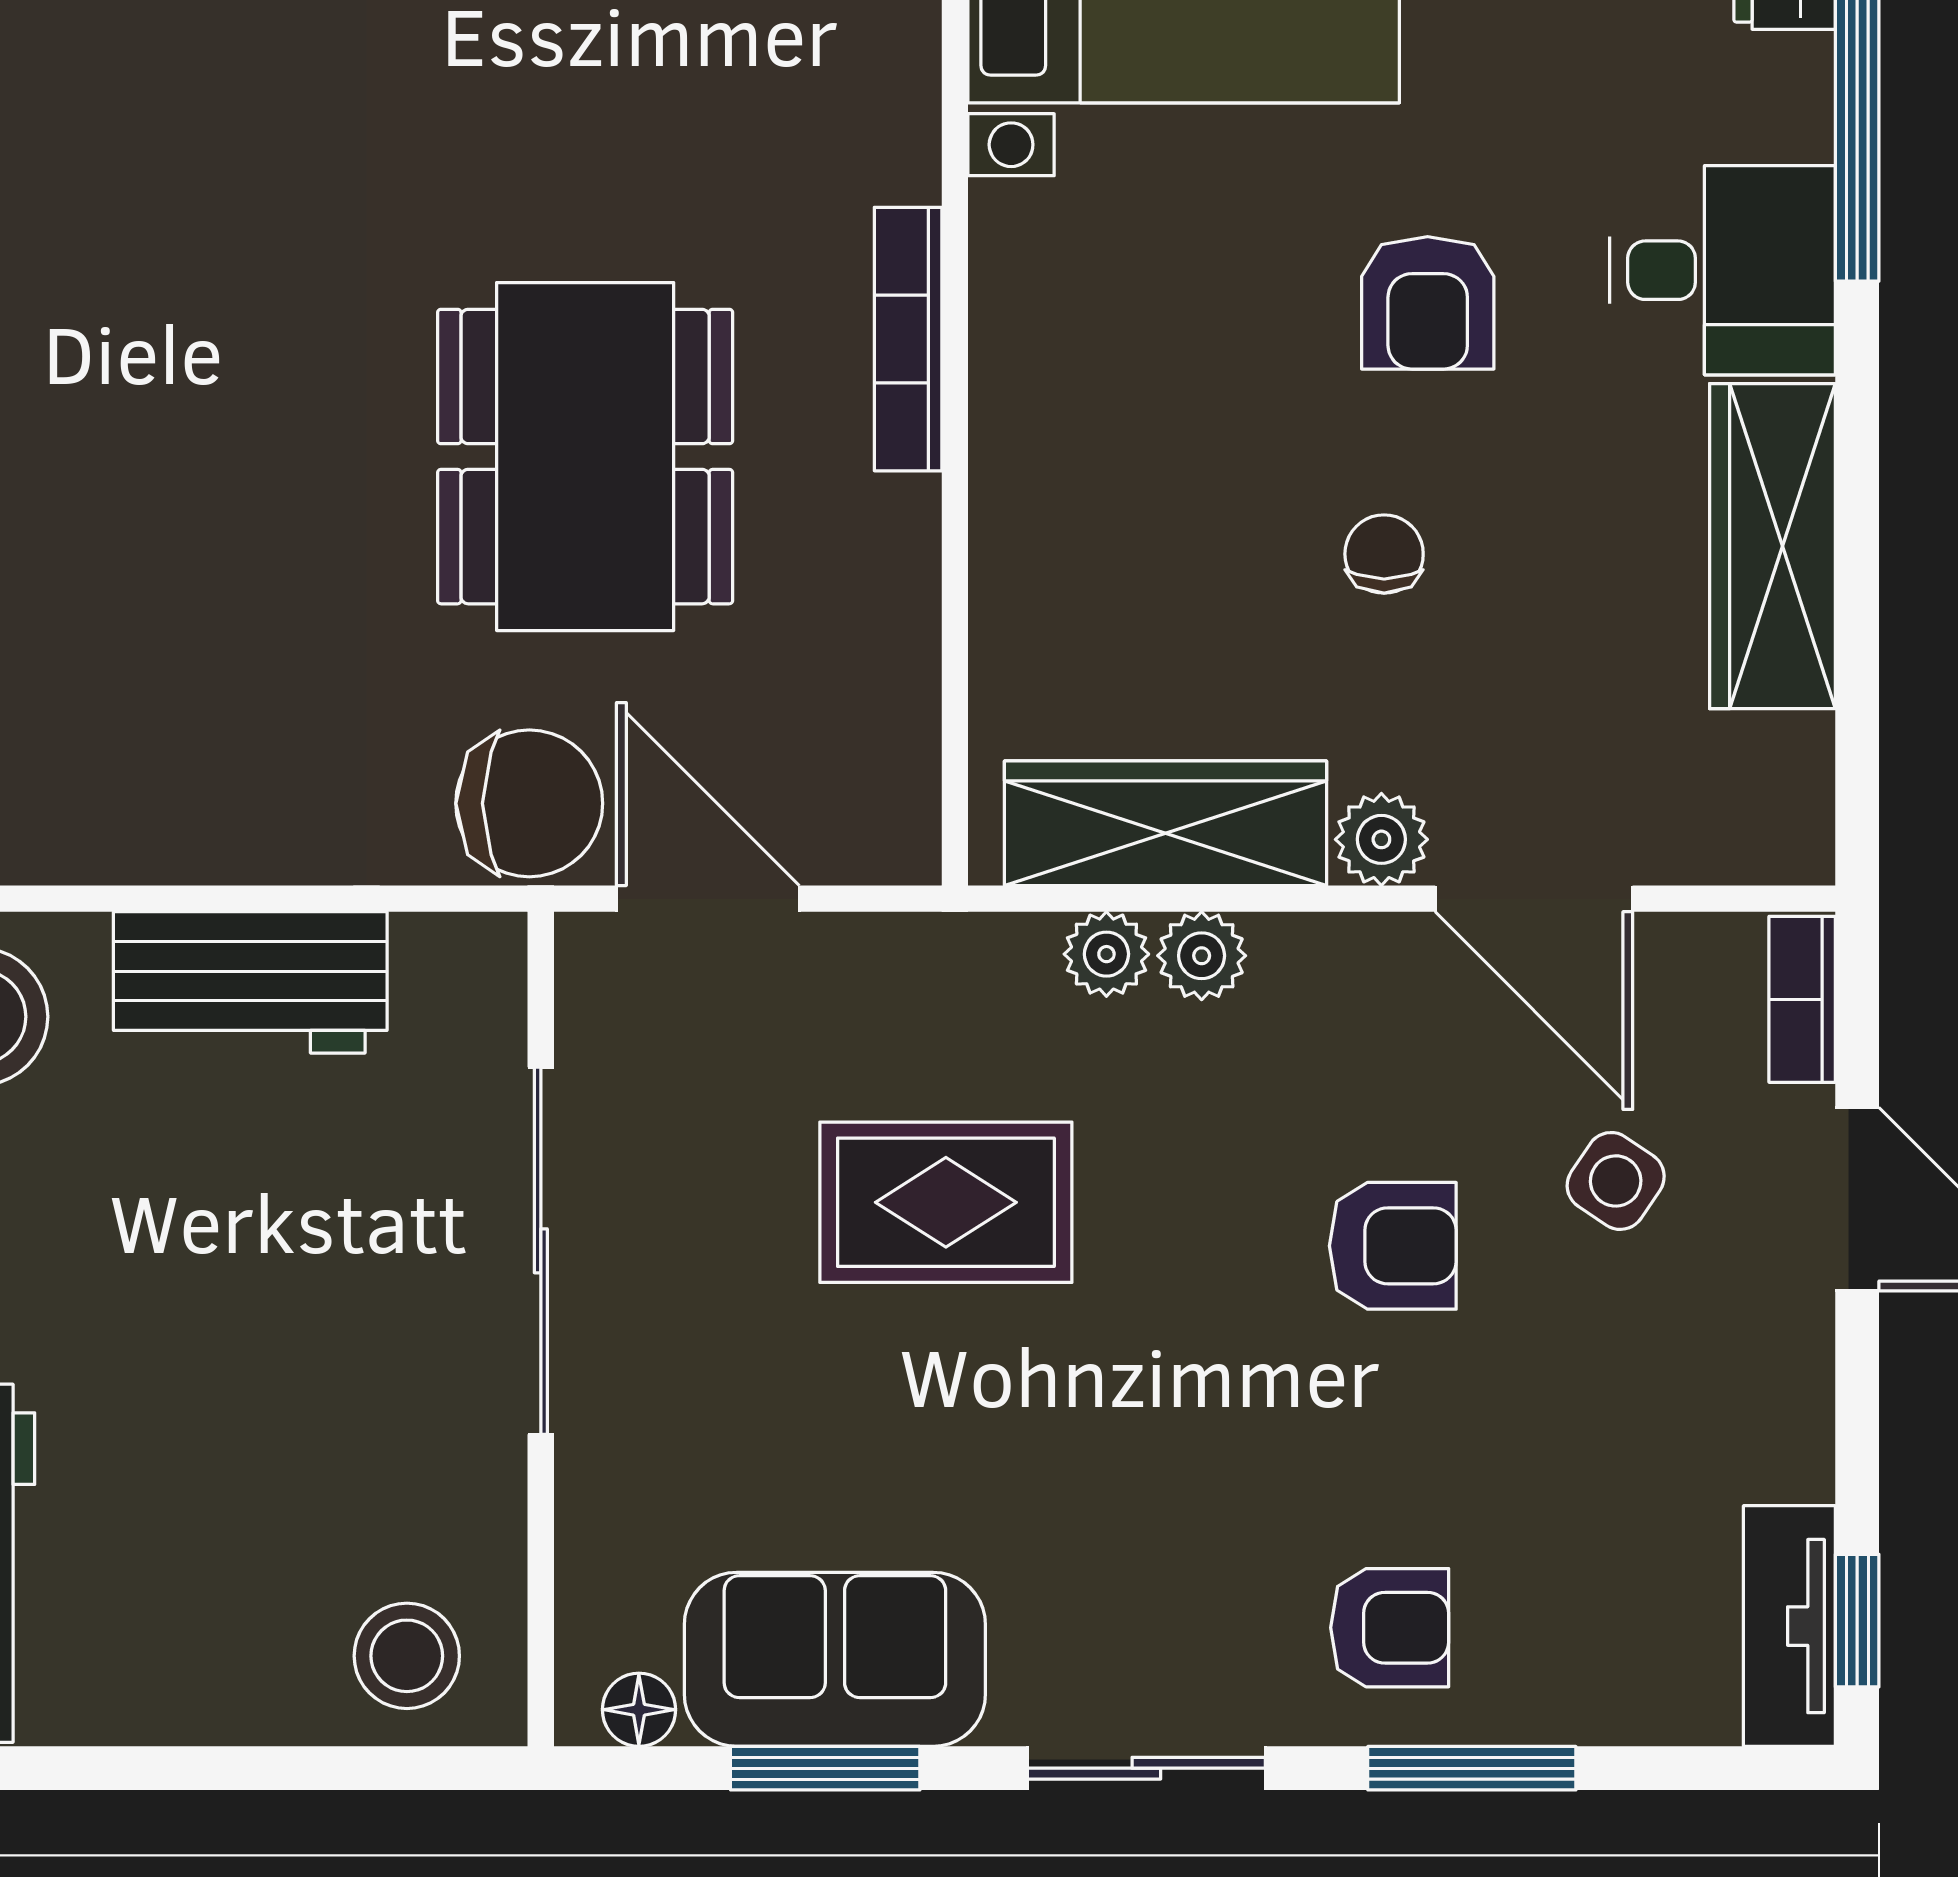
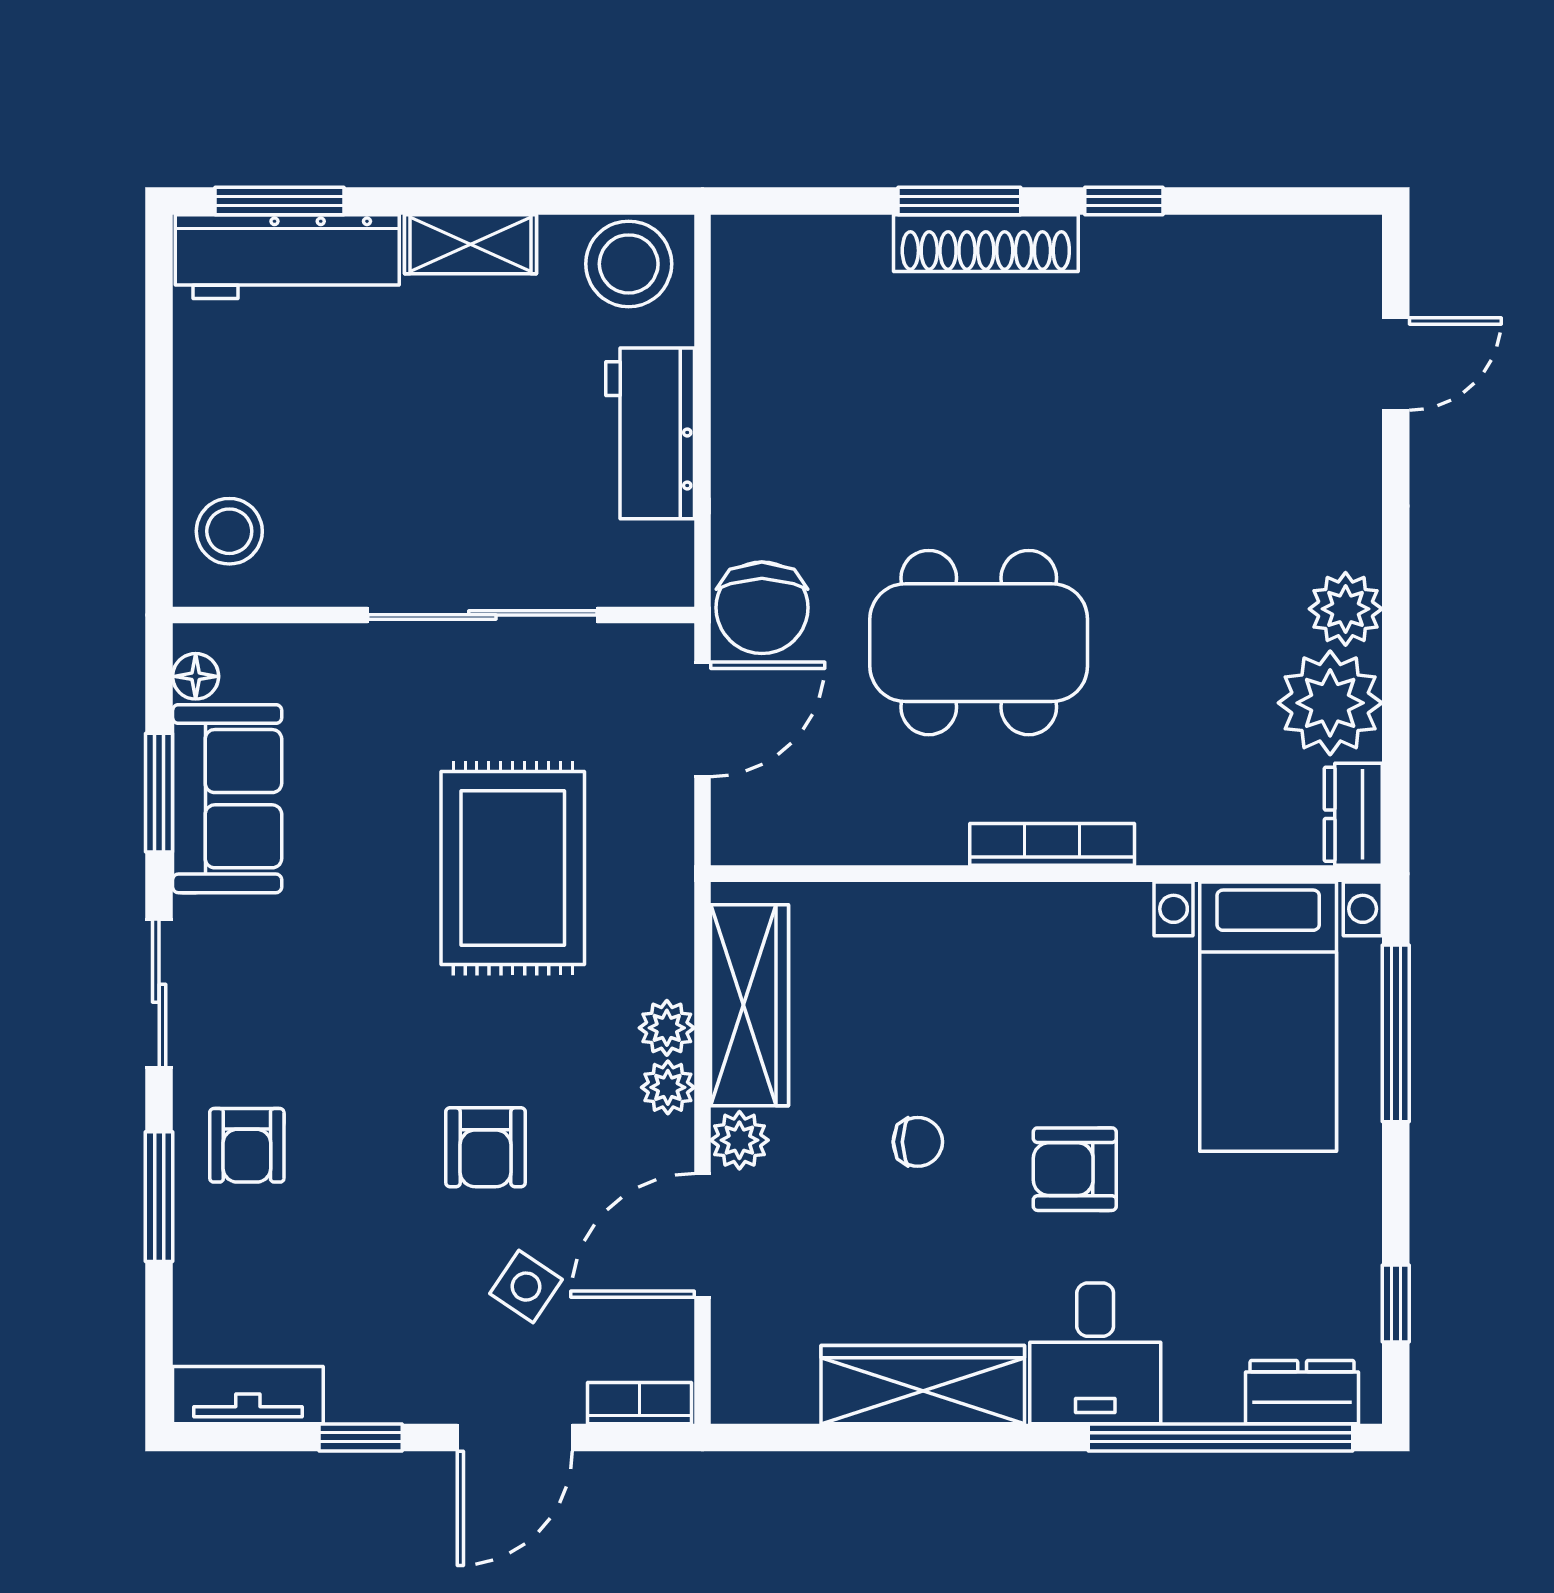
plant: (1106, 954) -> (668, 1087), moved
rug: (946, 1202) -> (513, 868), width x1.36, depth x1.43
window: (1857, 1621) -> (361, 1437), moved

